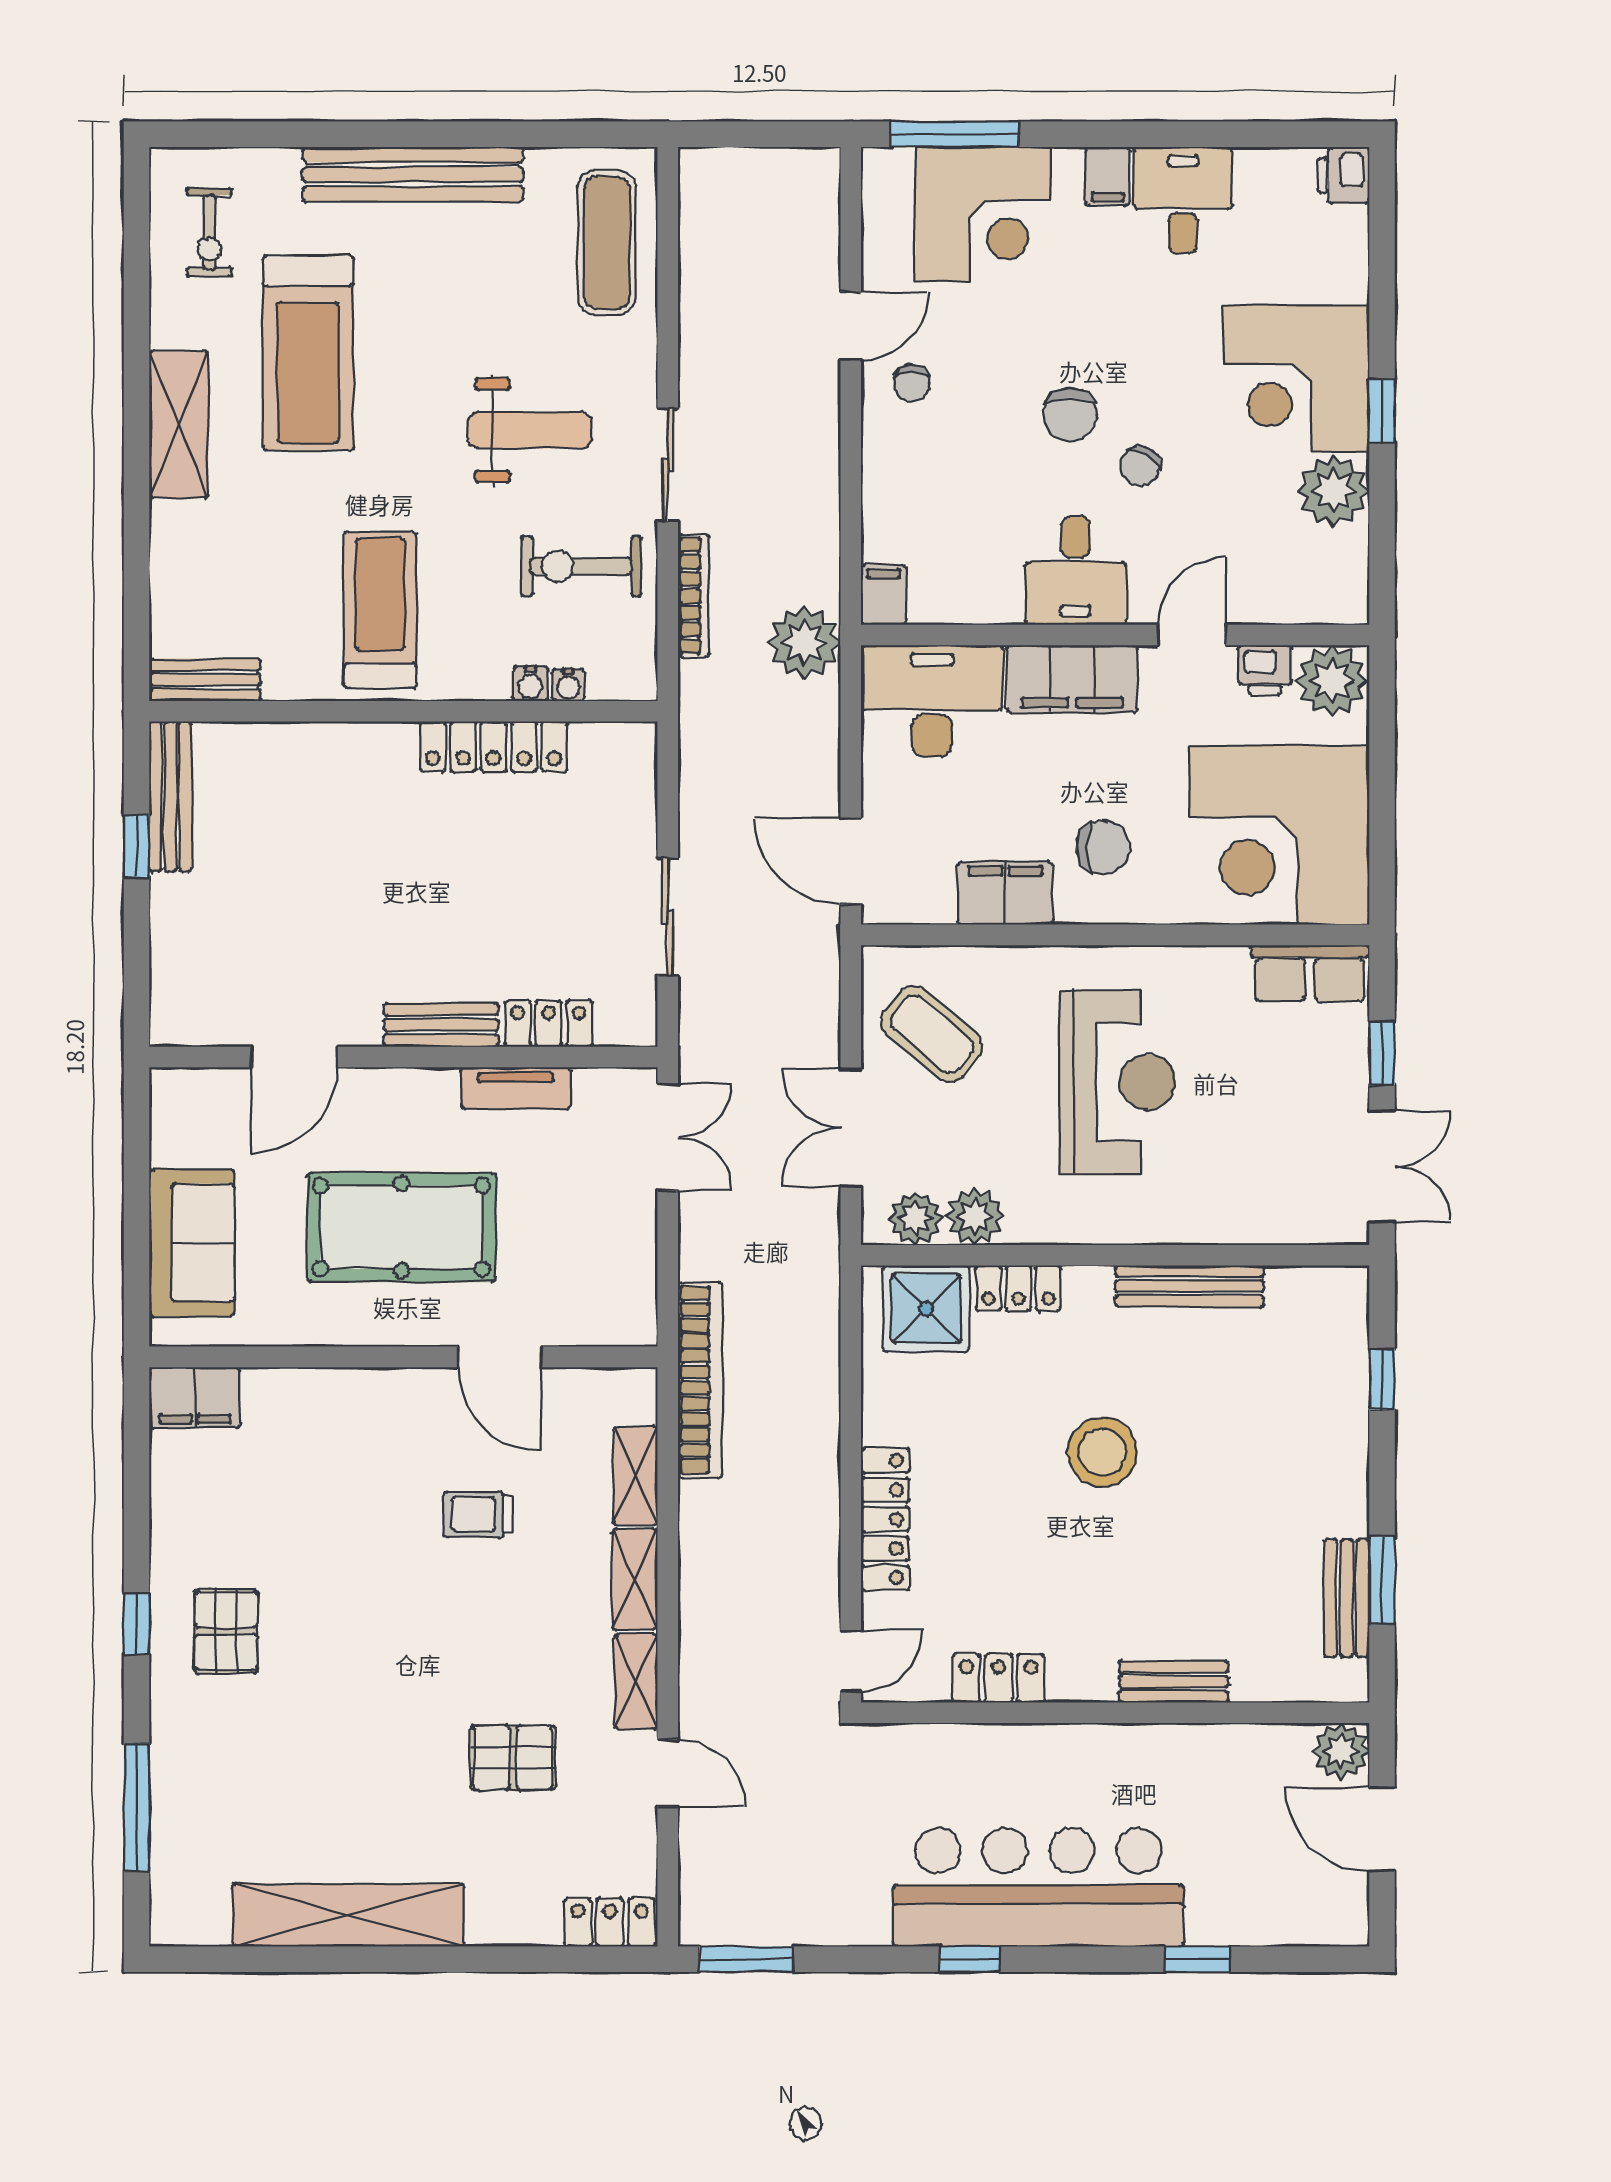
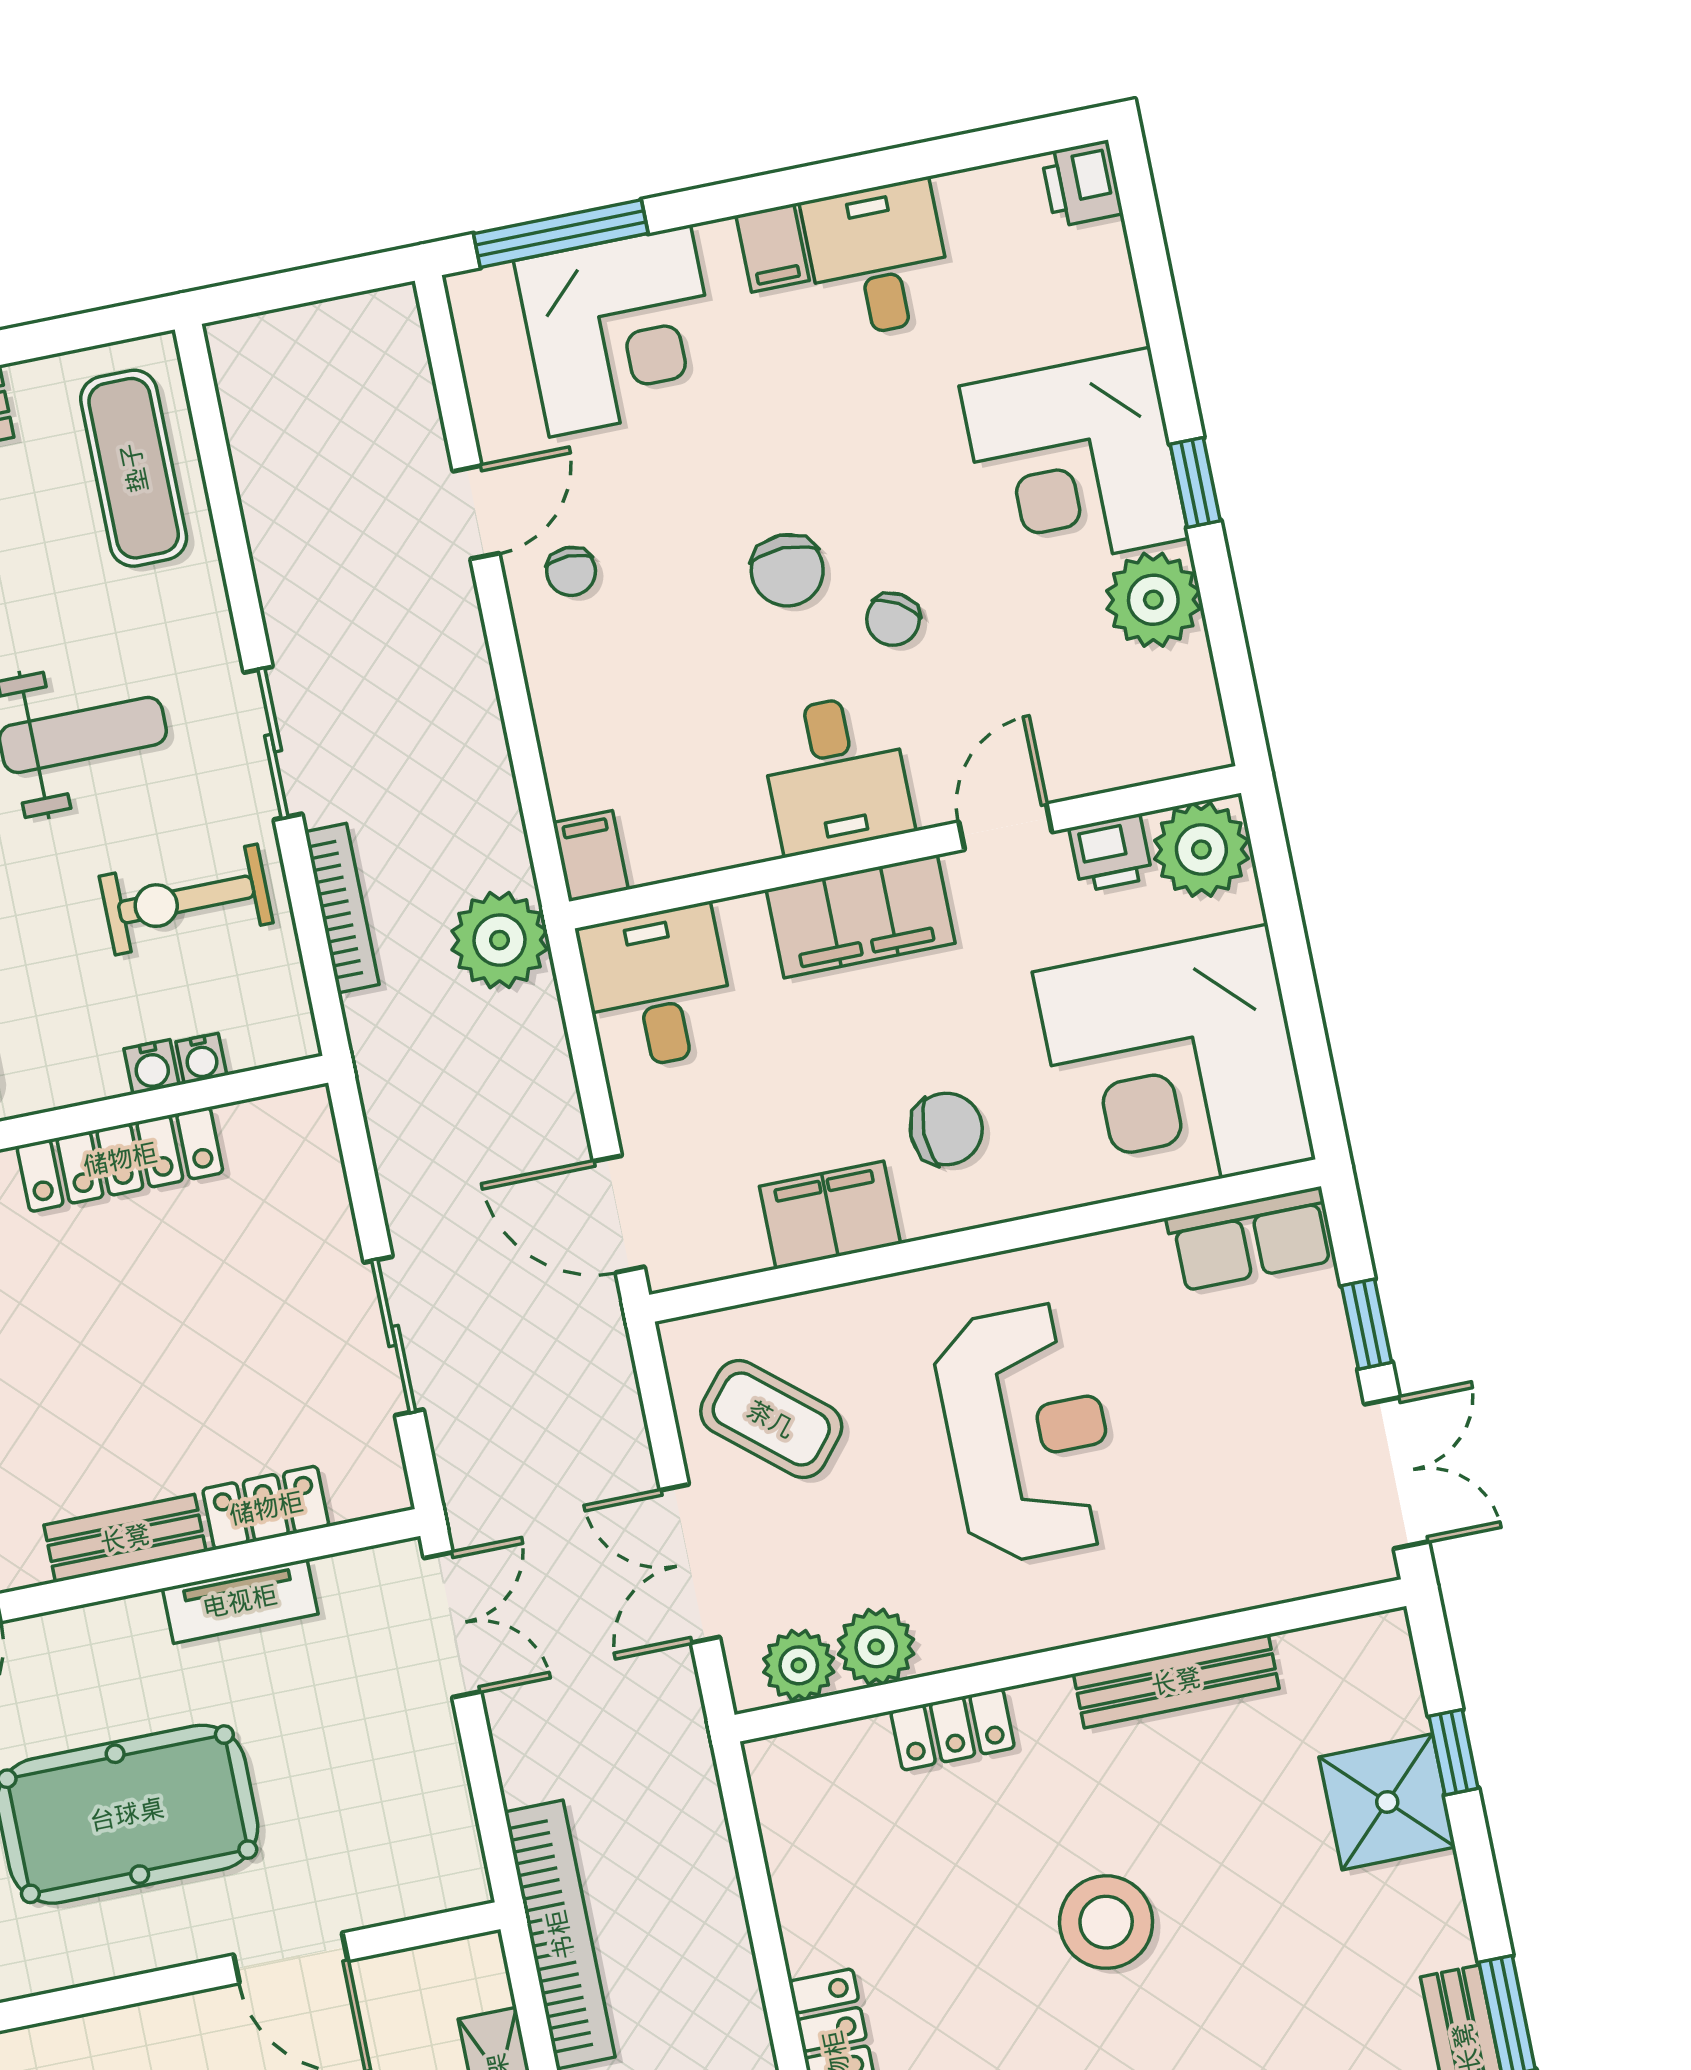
desk: (932, 701) -> (657, 988), width x0.73
shower: (926, 1309) -> (1387, 1802), moved

